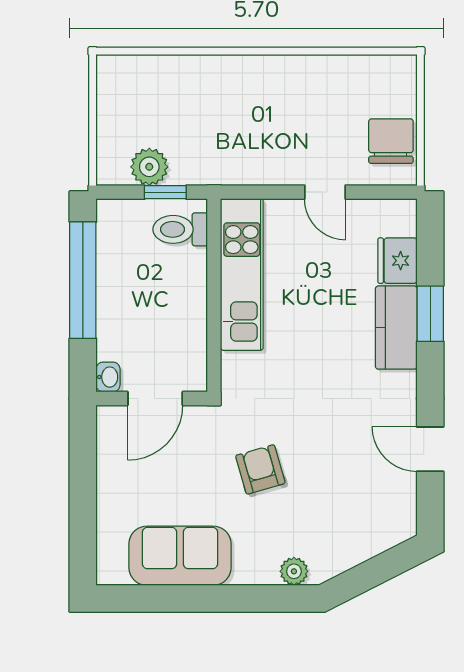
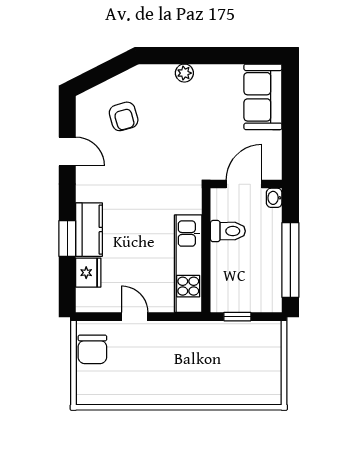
plant: (149, 167) -> (248, 333), removed
toilet: (180, 229) -> (228, 231), moved
armchair: (260, 469) -> (124, 116), moved
sofa: (180, 556) -> (263, 97), moved, turned 90
plant: (294, 571) -> (184, 73), moved

